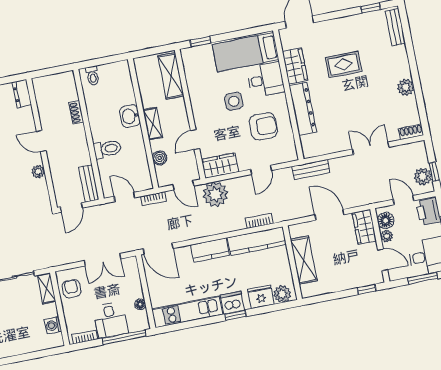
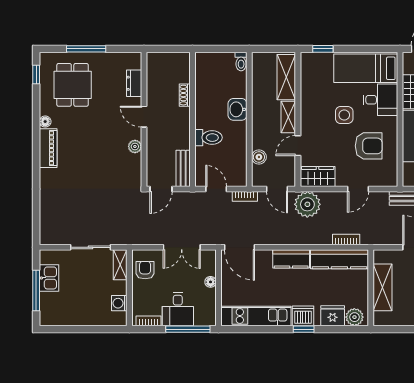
toilet: (93, 76) -> (241, 61), moved
dresser: (22, 94) -> (134, 83), moved
shelving: (153, 124) -> (288, 117), moved
floor lamp: (140, 304) -> (211, 282), moved

